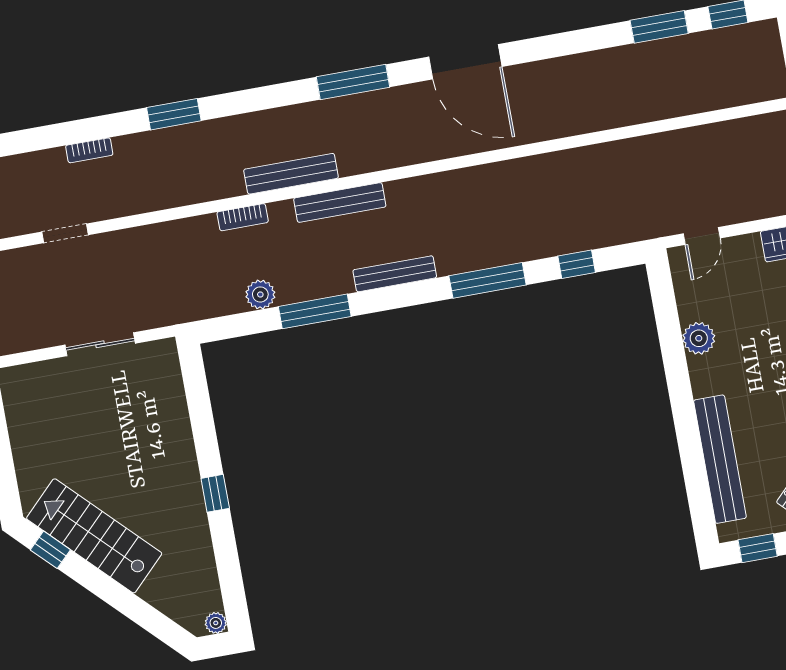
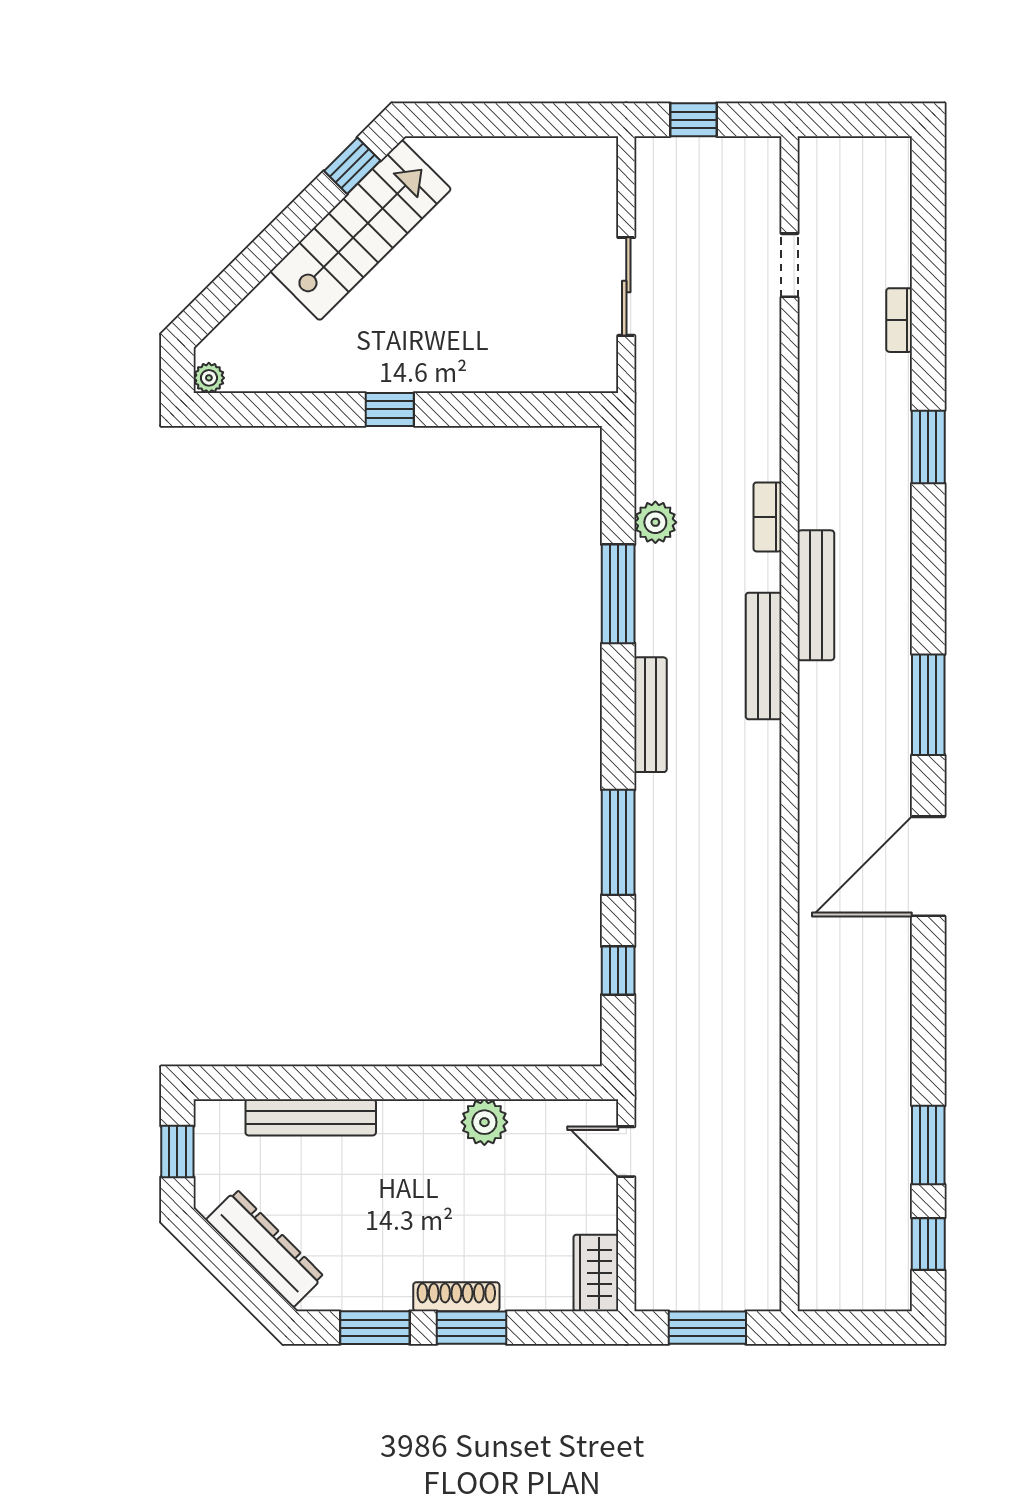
bench: (720, 459) -> (311, 1117), width x0.73, depth x0.82

